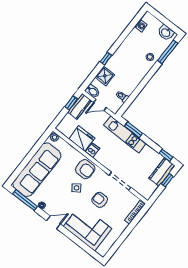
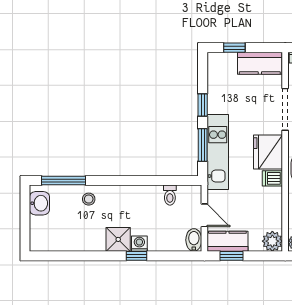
washing machine: (141, 25) -> (139, 244), moved
shower: (105, 76) -> (118, 239), moved
plant: (63, 127) -> (272, 241), added
fridge: (82, 139) -> (268, 152), moved
window: (166, 155) -> (203, 105), moved
kitchen counter: (162, 172) -> (260, 63), moved

